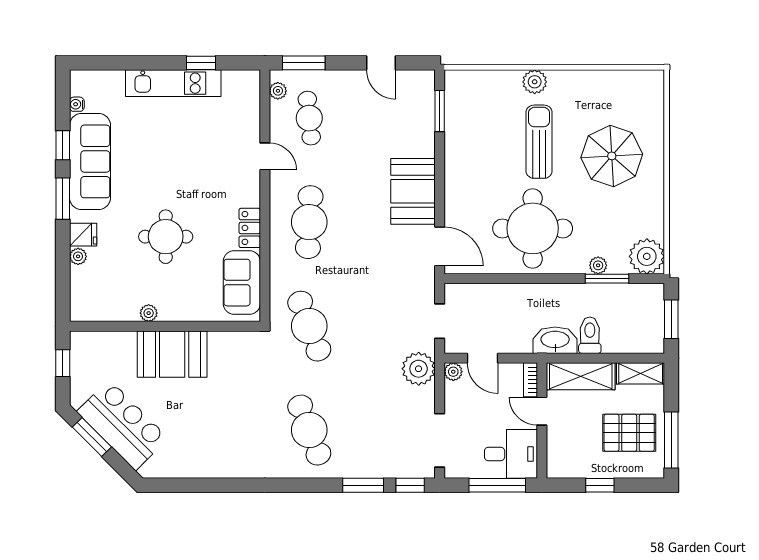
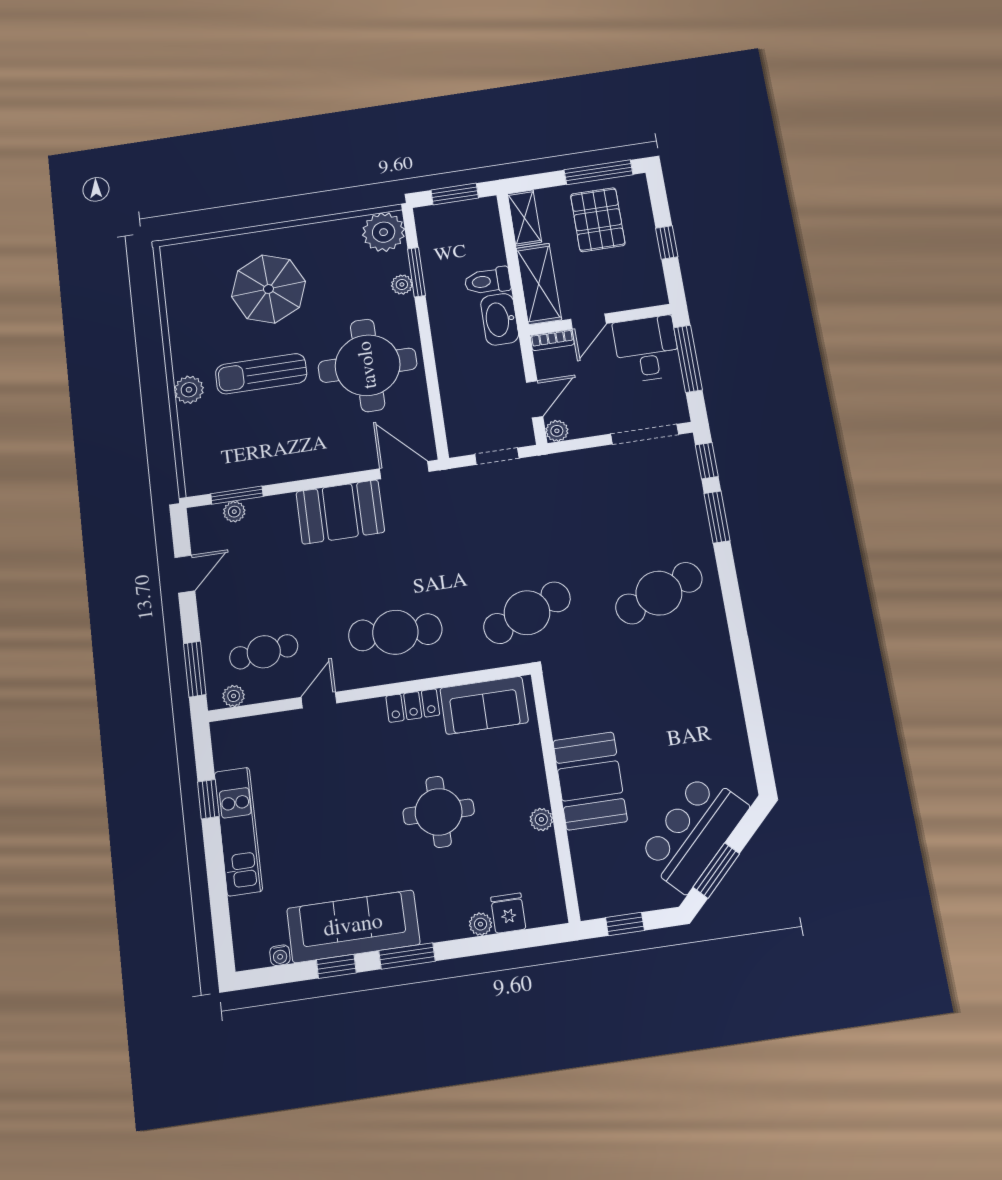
fridge: (83, 235) -> (508, 913), moved
door: (440, 246) -> (404, 470), hinge flipped
plant: (419, 369) -> (234, 512), moved, width x0.53, depth x0.53

